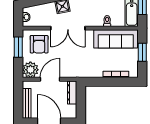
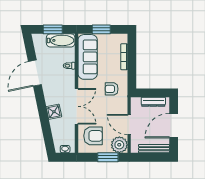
window: (18, 47) -> (108, 157), moved
armchair: (85, 62) -> (112, 89), added
dresser: (72, 92) -> (153, 102), moved

